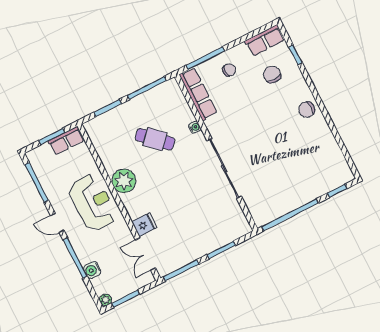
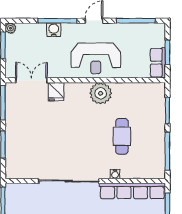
row of seats: (198, 94) -> (132, 191), width x1.36
cafe table: (155, 139) -> (122, 136), turned -43
water cooler: (92, 270) -> (54, 30), moved

